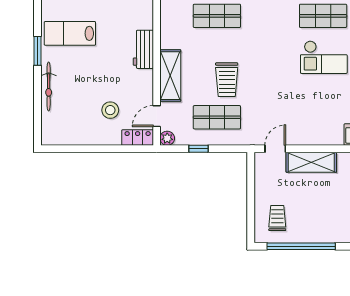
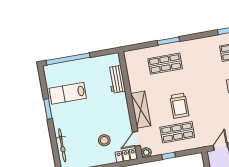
workbench: (143, 49) -> (117, 79), moved
bicycle: (49, 86) -> (62, 145), moved

